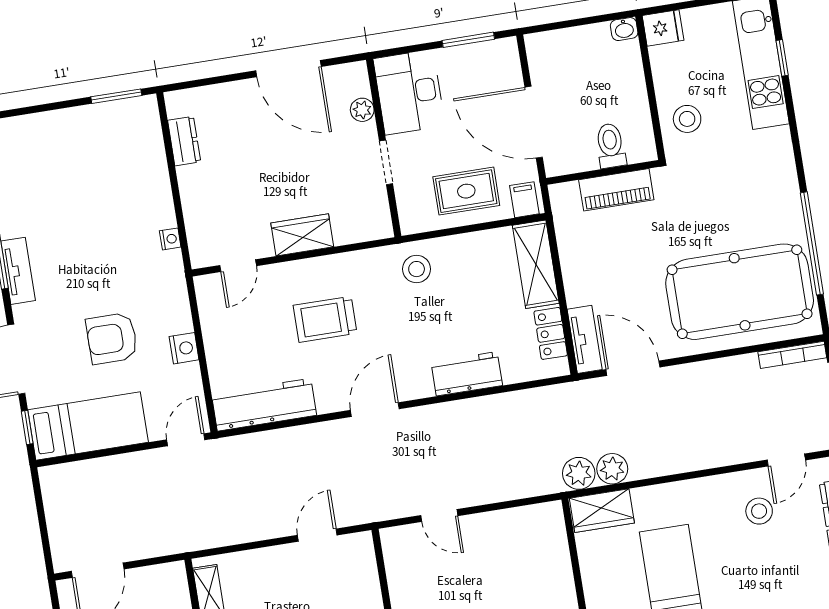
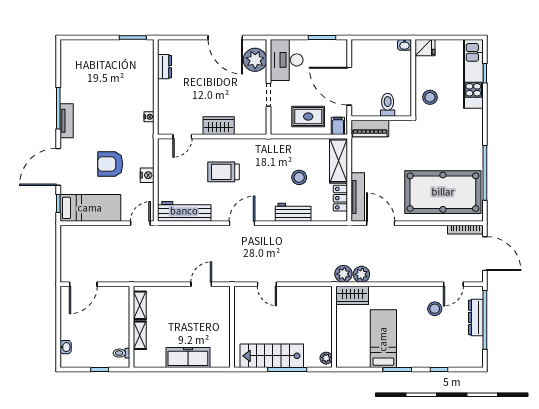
plant: (362, 110) -> (255, 60), width x1.88, depth x1.88
piano: (616, 190) -> (370, 128), moved
stool: (417, 269) -> (299, 177), moved
tv unit: (585, 339) -> (358, 197), width x1.41

